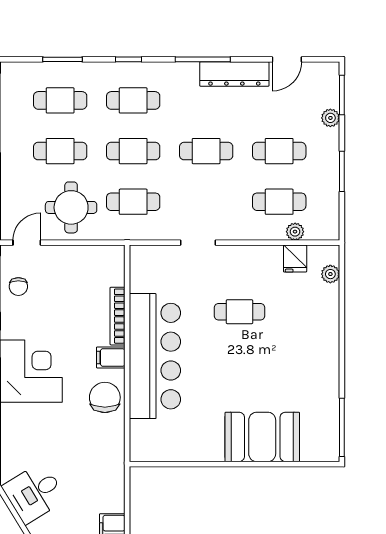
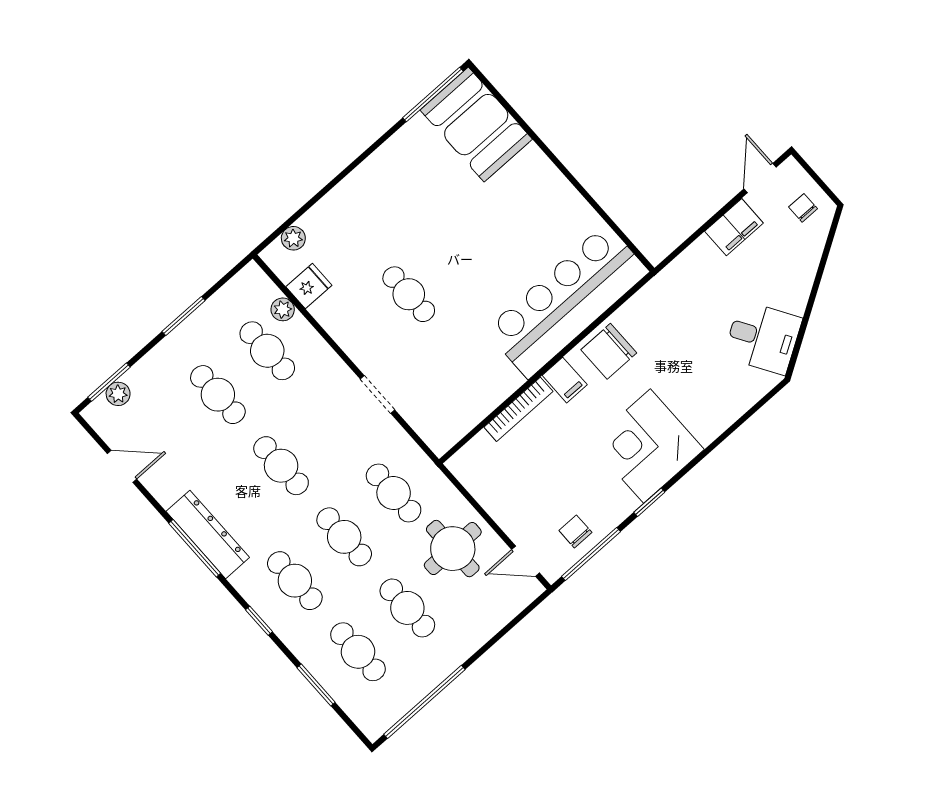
dresser: (234, 74) -> (208, 534), moved
plant: (330, 118) -> (118, 394), moved
chair: (18, 287) -> (575, 531), turned -90
bar counter: (155, 356) -> (567, 301), moved
booth: (262, 437) -> (476, 125), moved

